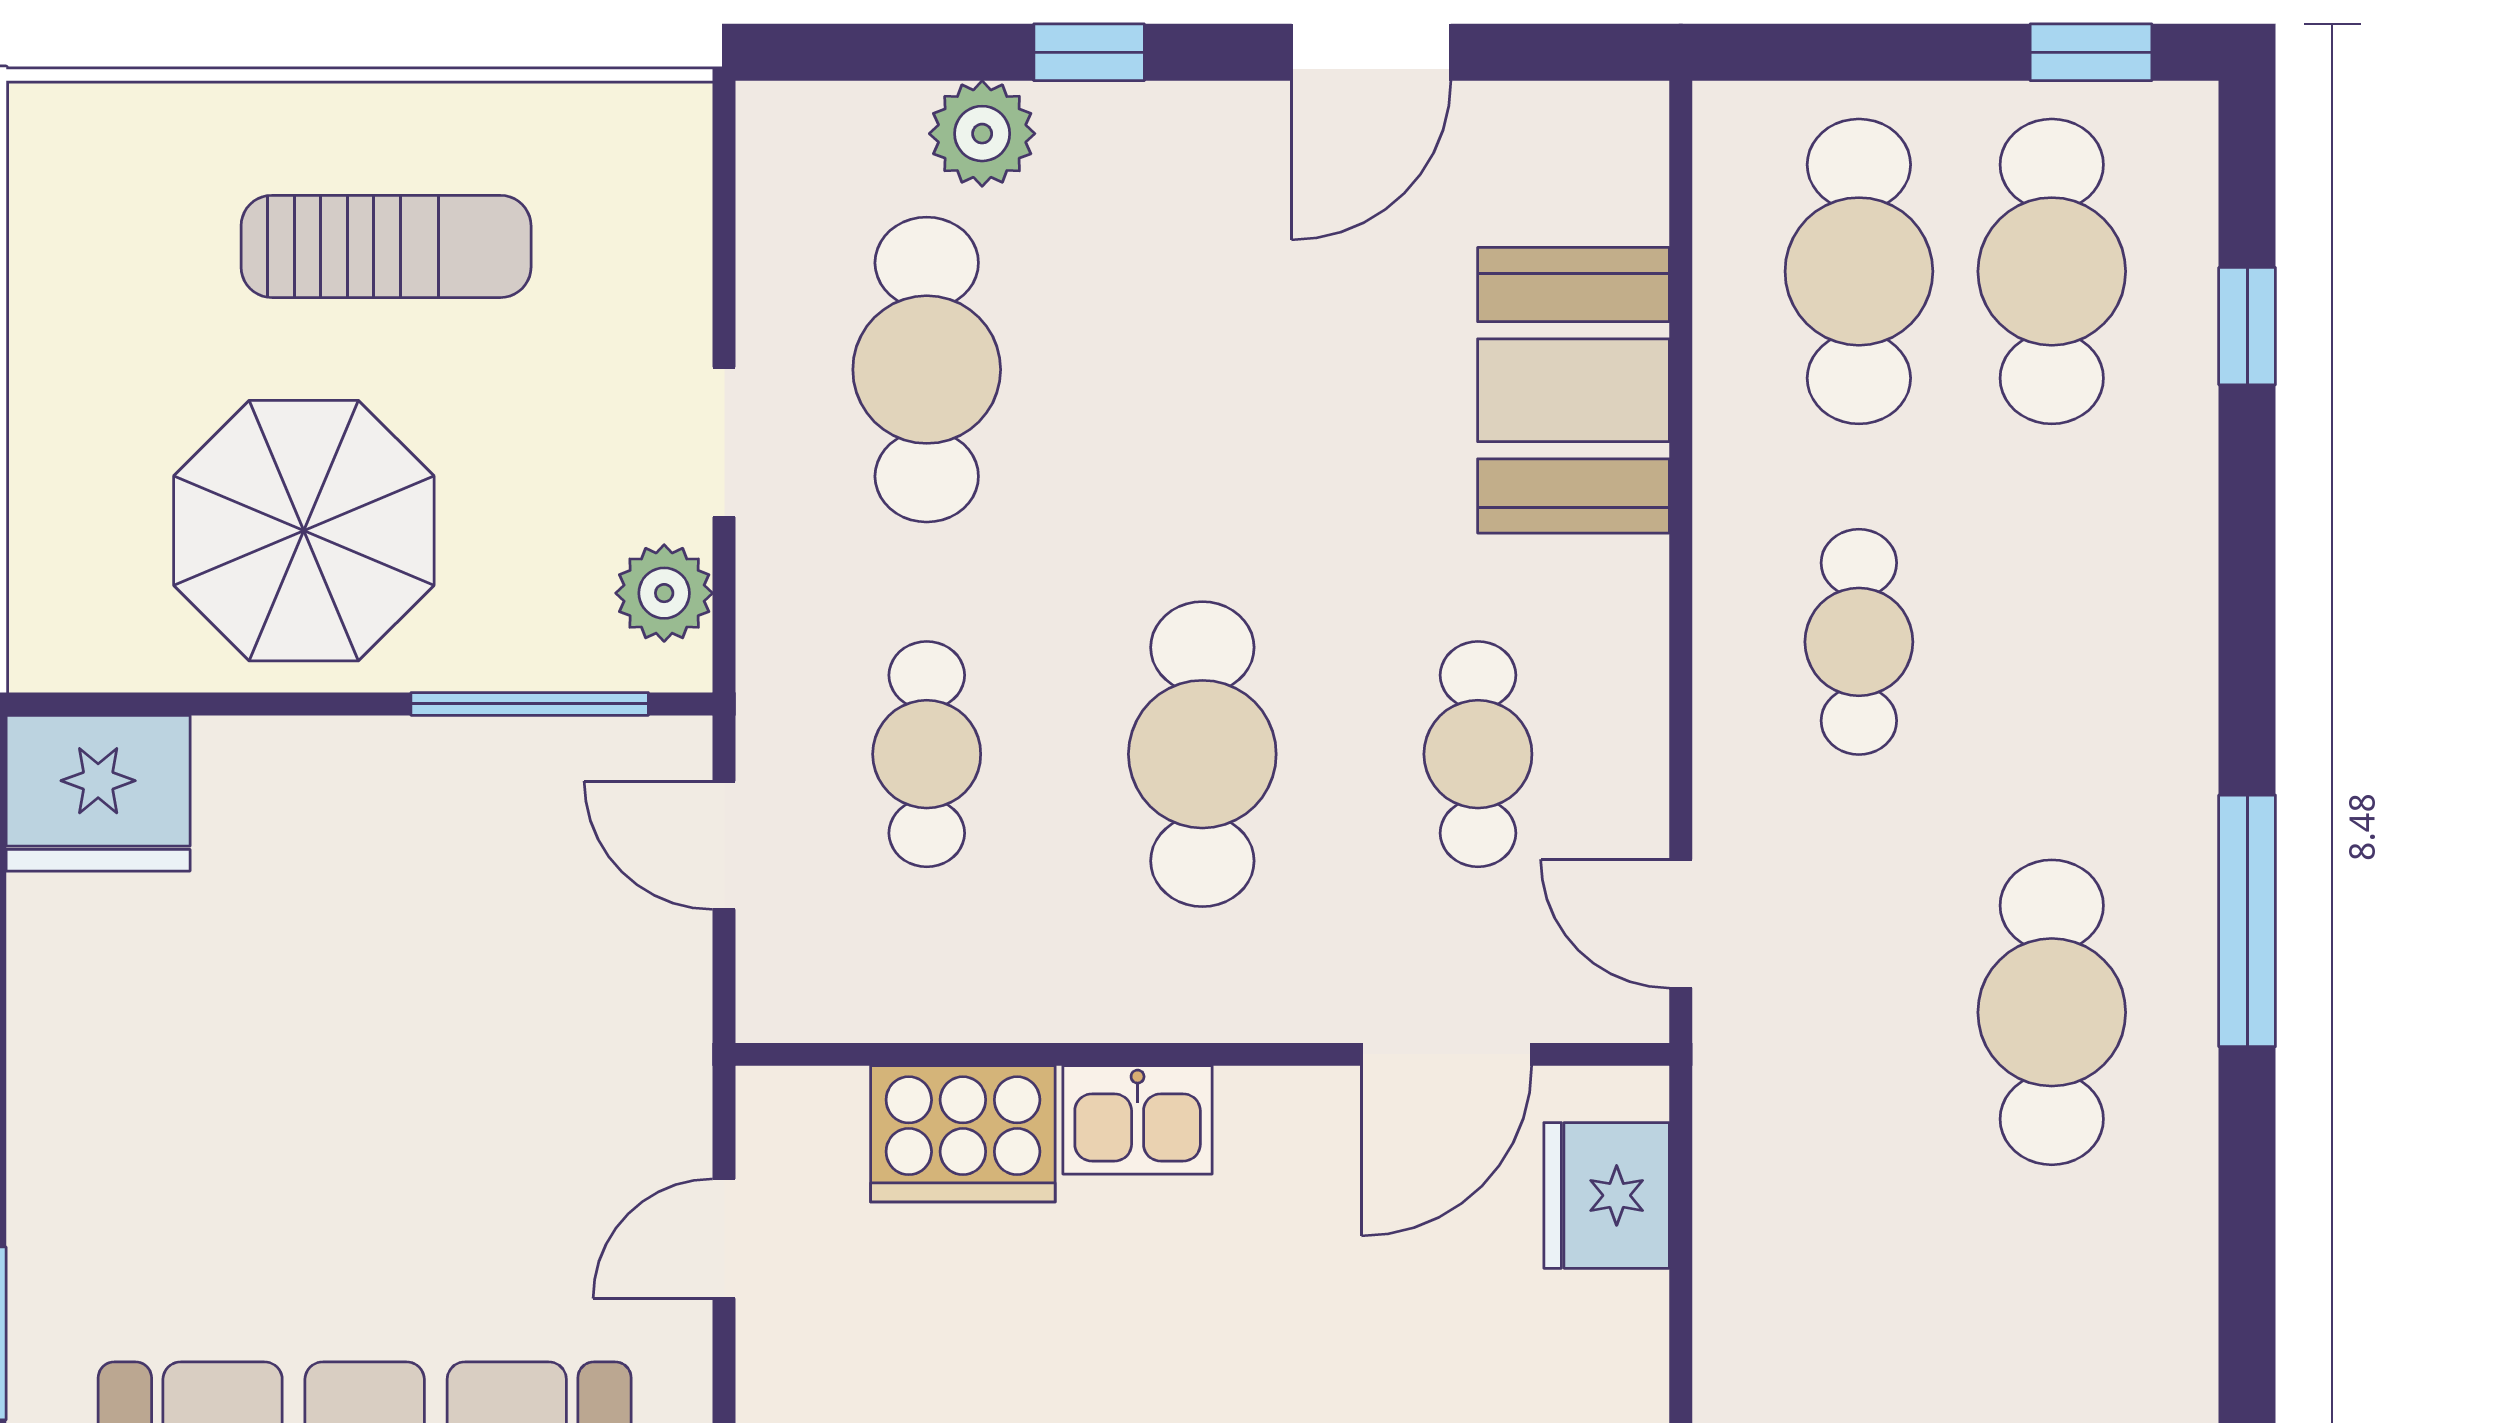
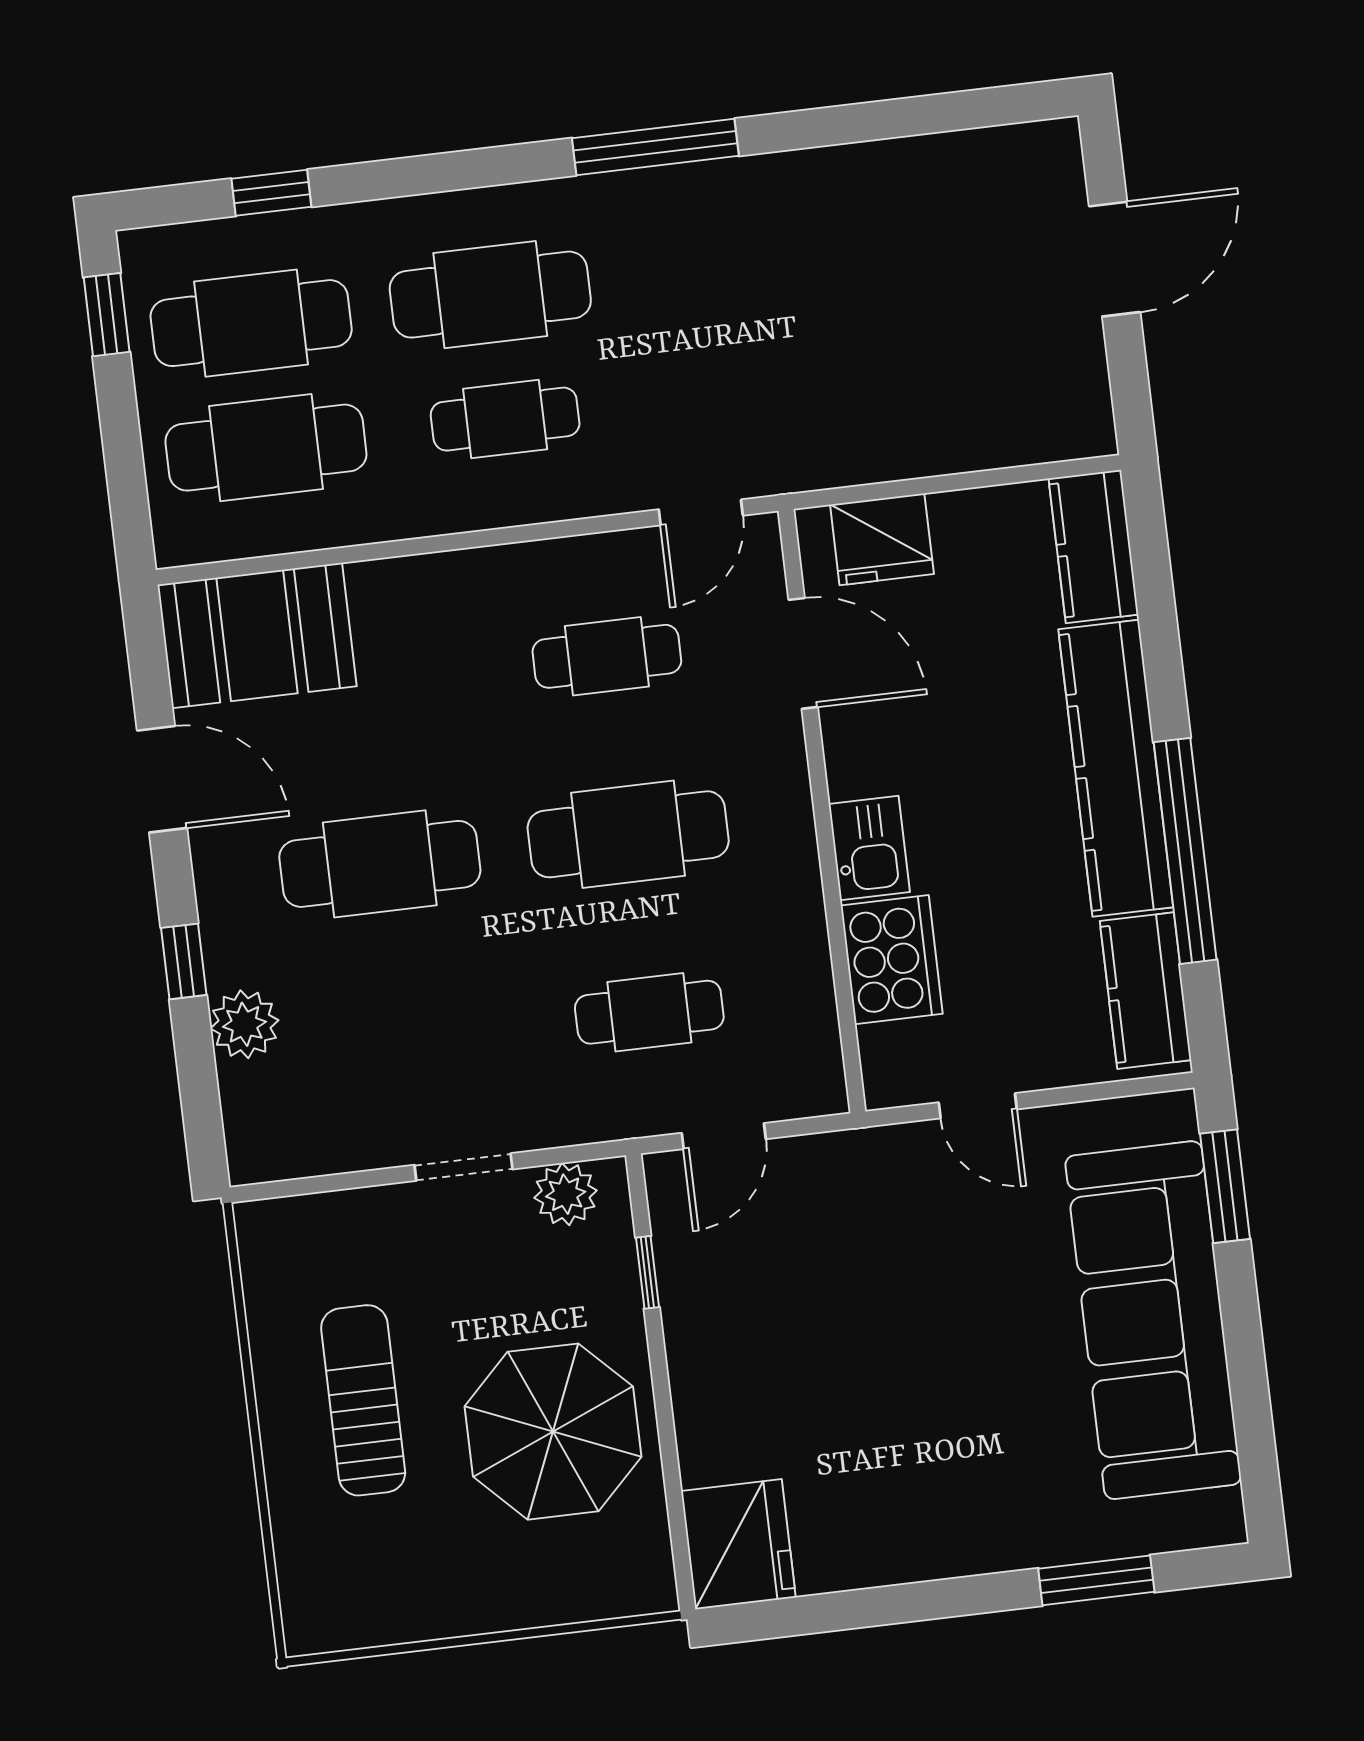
cafe table: (927, 370) -> (380, 864), moved
booth: (1573, 390) -> (257, 636), moved
window: (530, 704) -> (647, 1272), width x0.46
cafe table: (2052, 1012) -> (490, 295), moved

